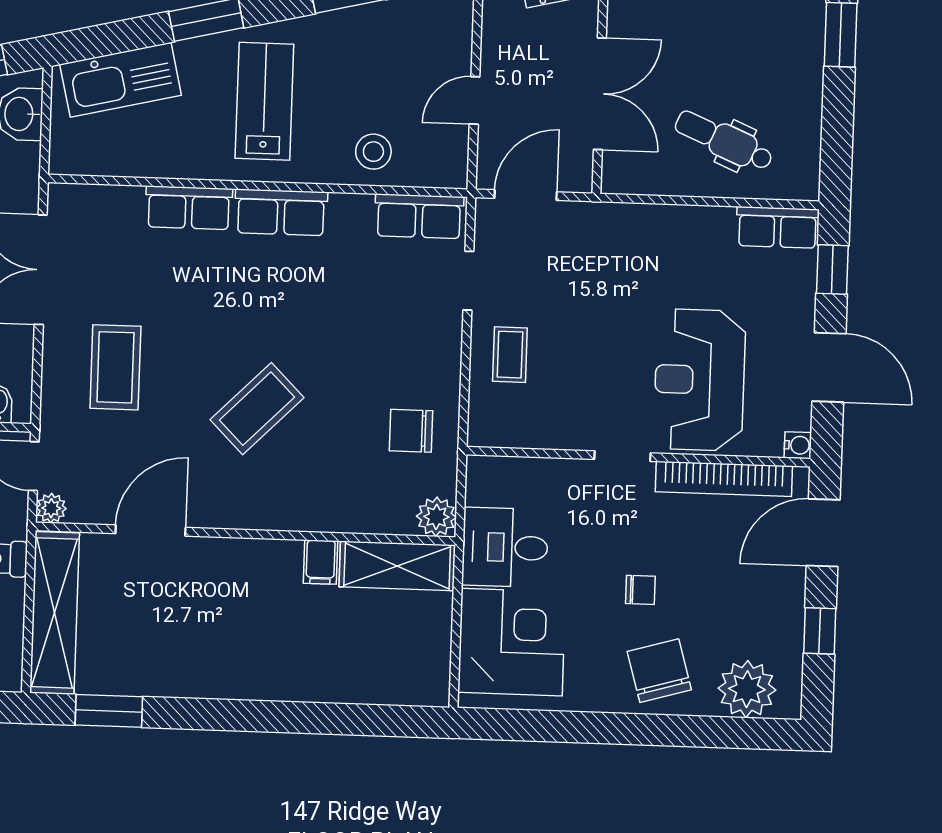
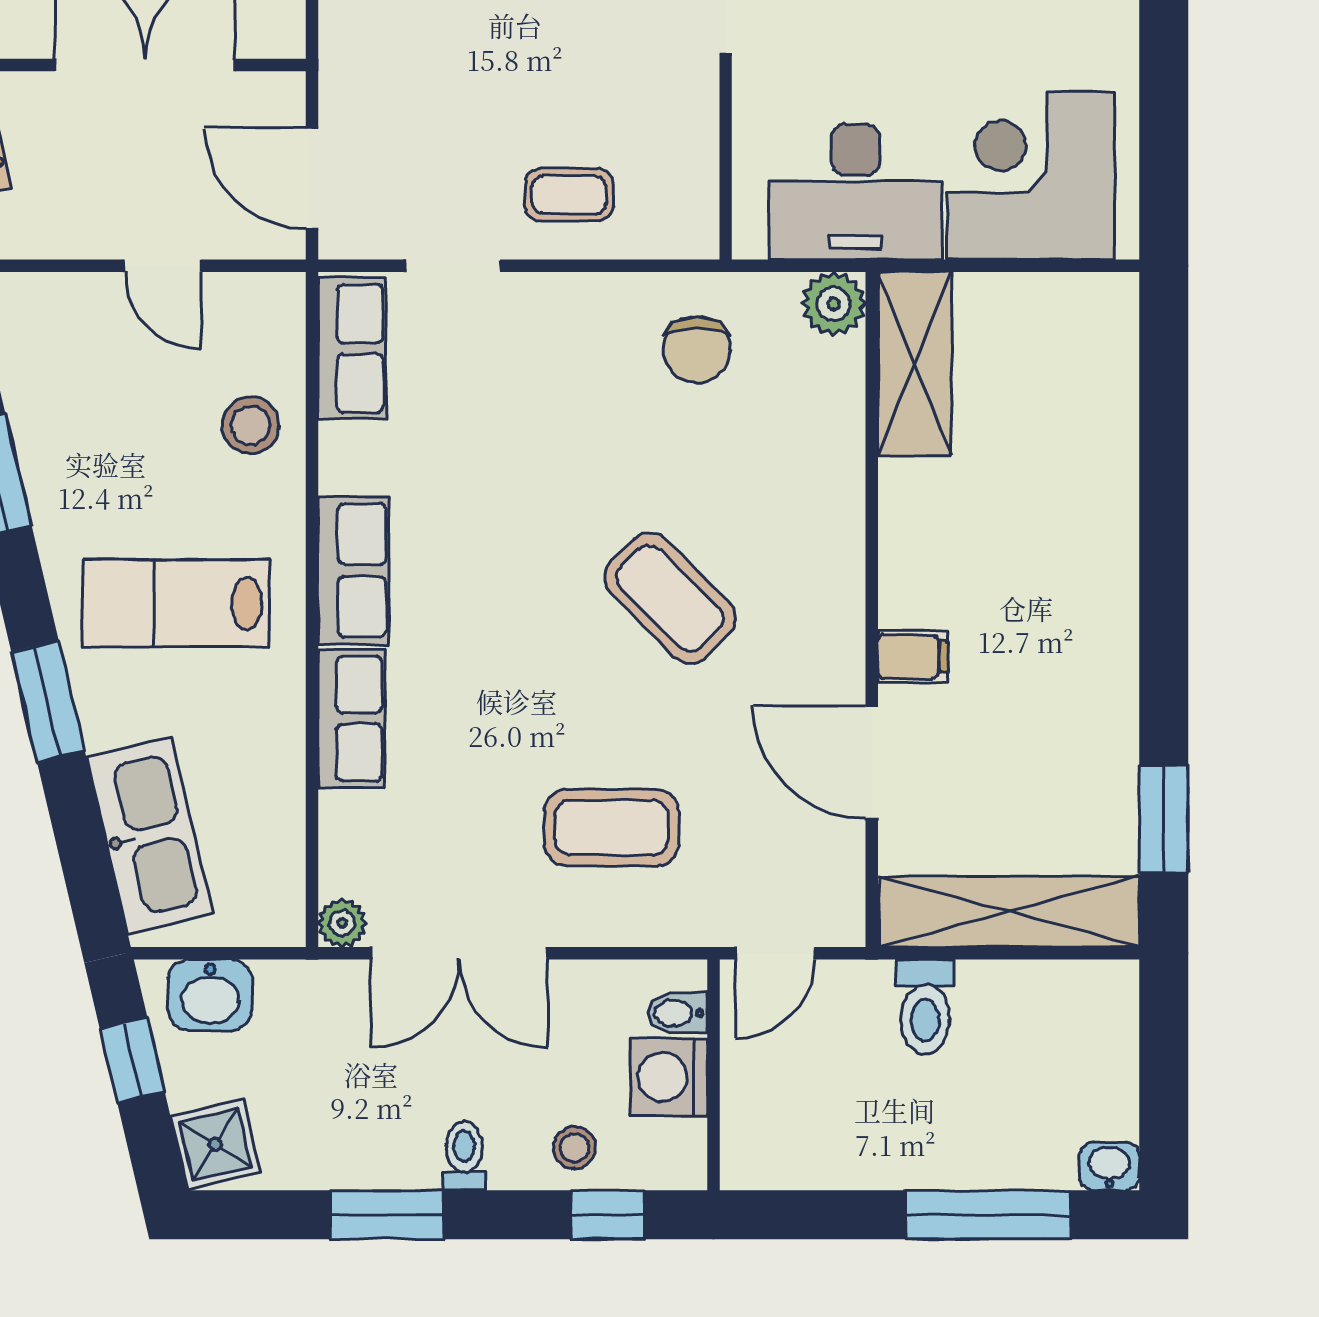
plant: (51, 508) -> (342, 923), moved
desk: (505, 547) -> (855, 192), width x1.37
filing cabinet: (321, 562) -> (913, 657), moved

